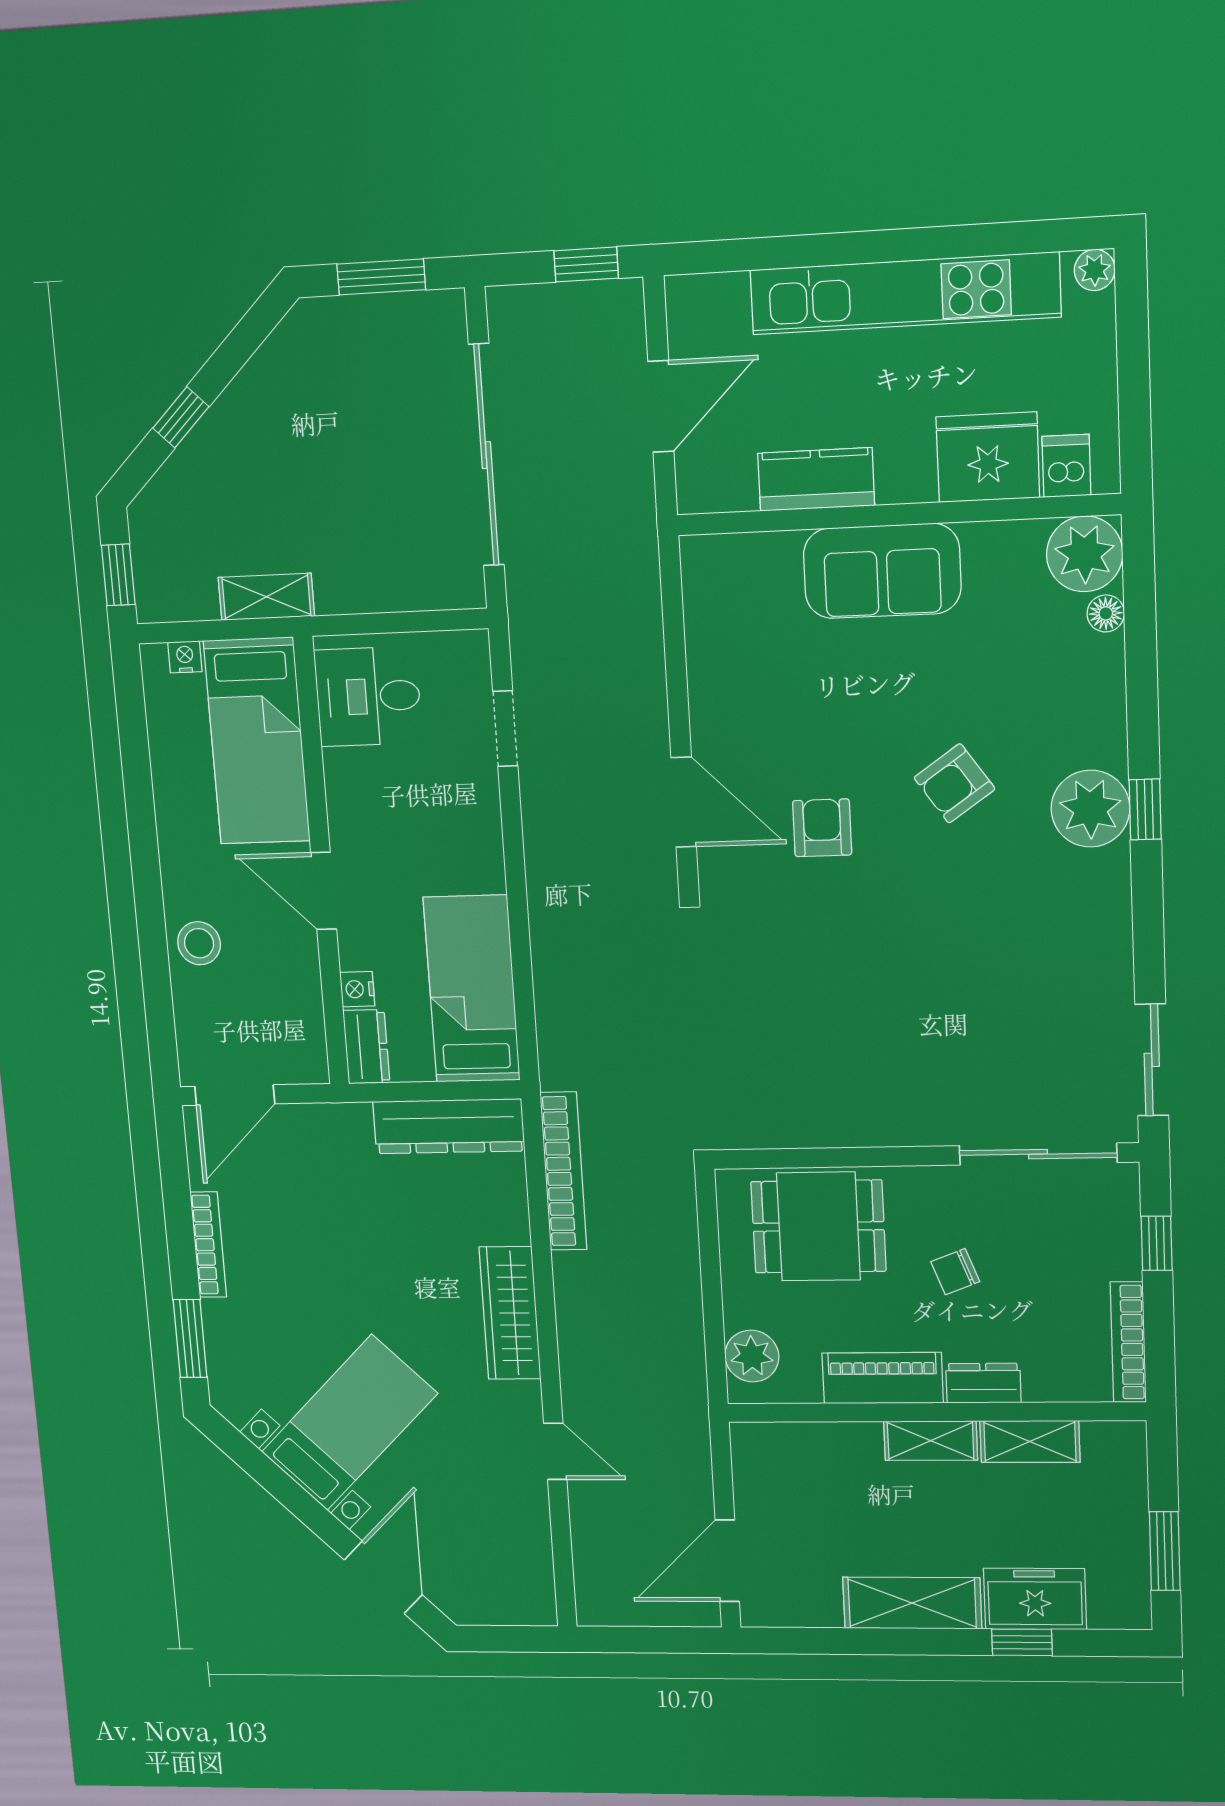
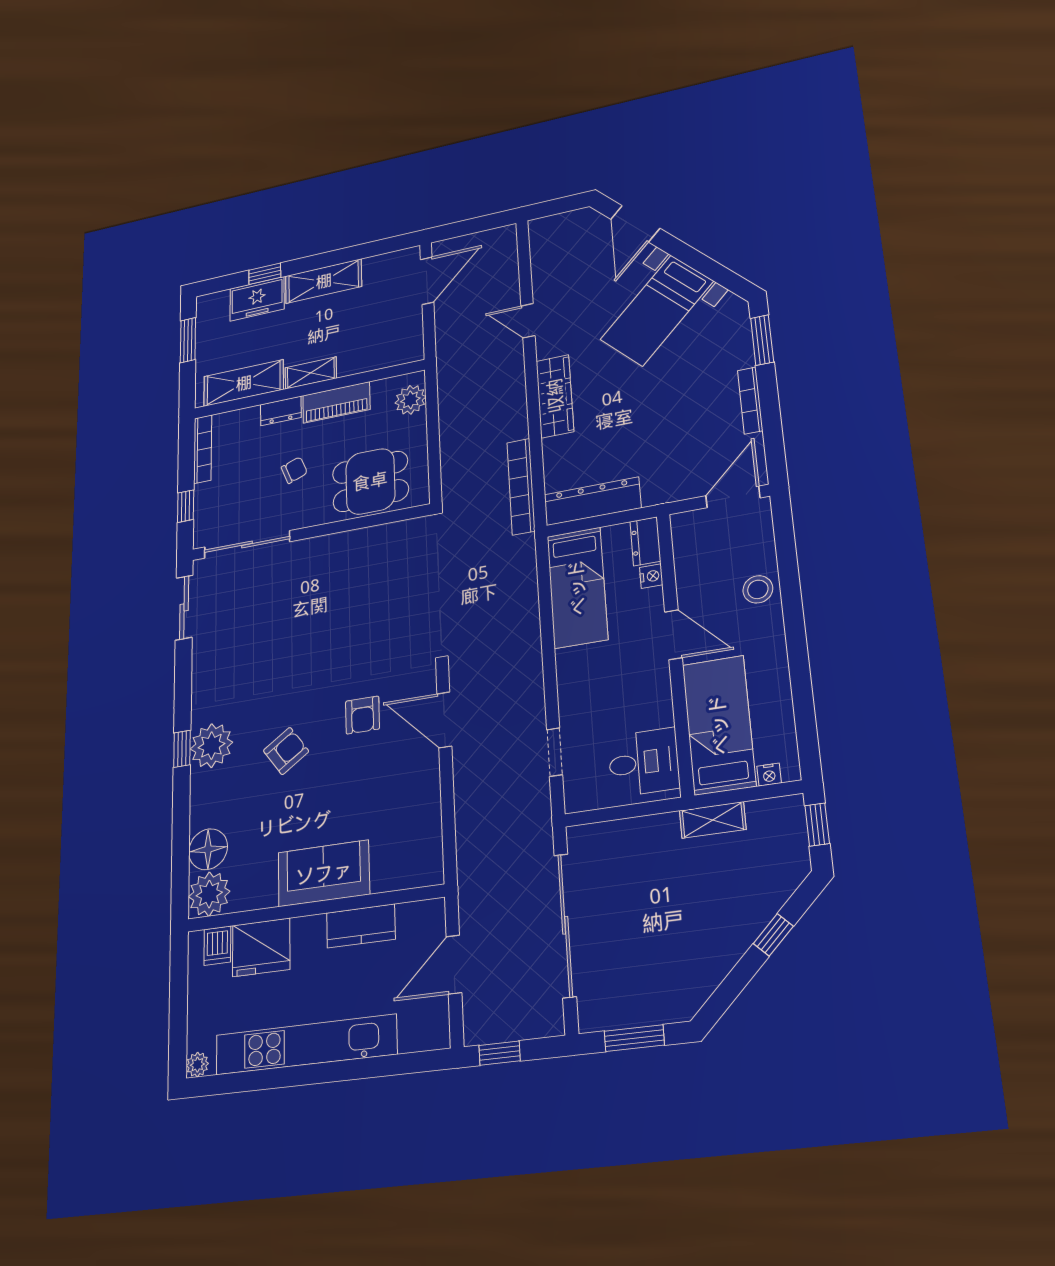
floor lamp: (1106, 613) -> (208, 849), width x1.89, depth x1.89
shelving: (1030, 1442) -> (244, 383), width x1.50, depth x1.33

